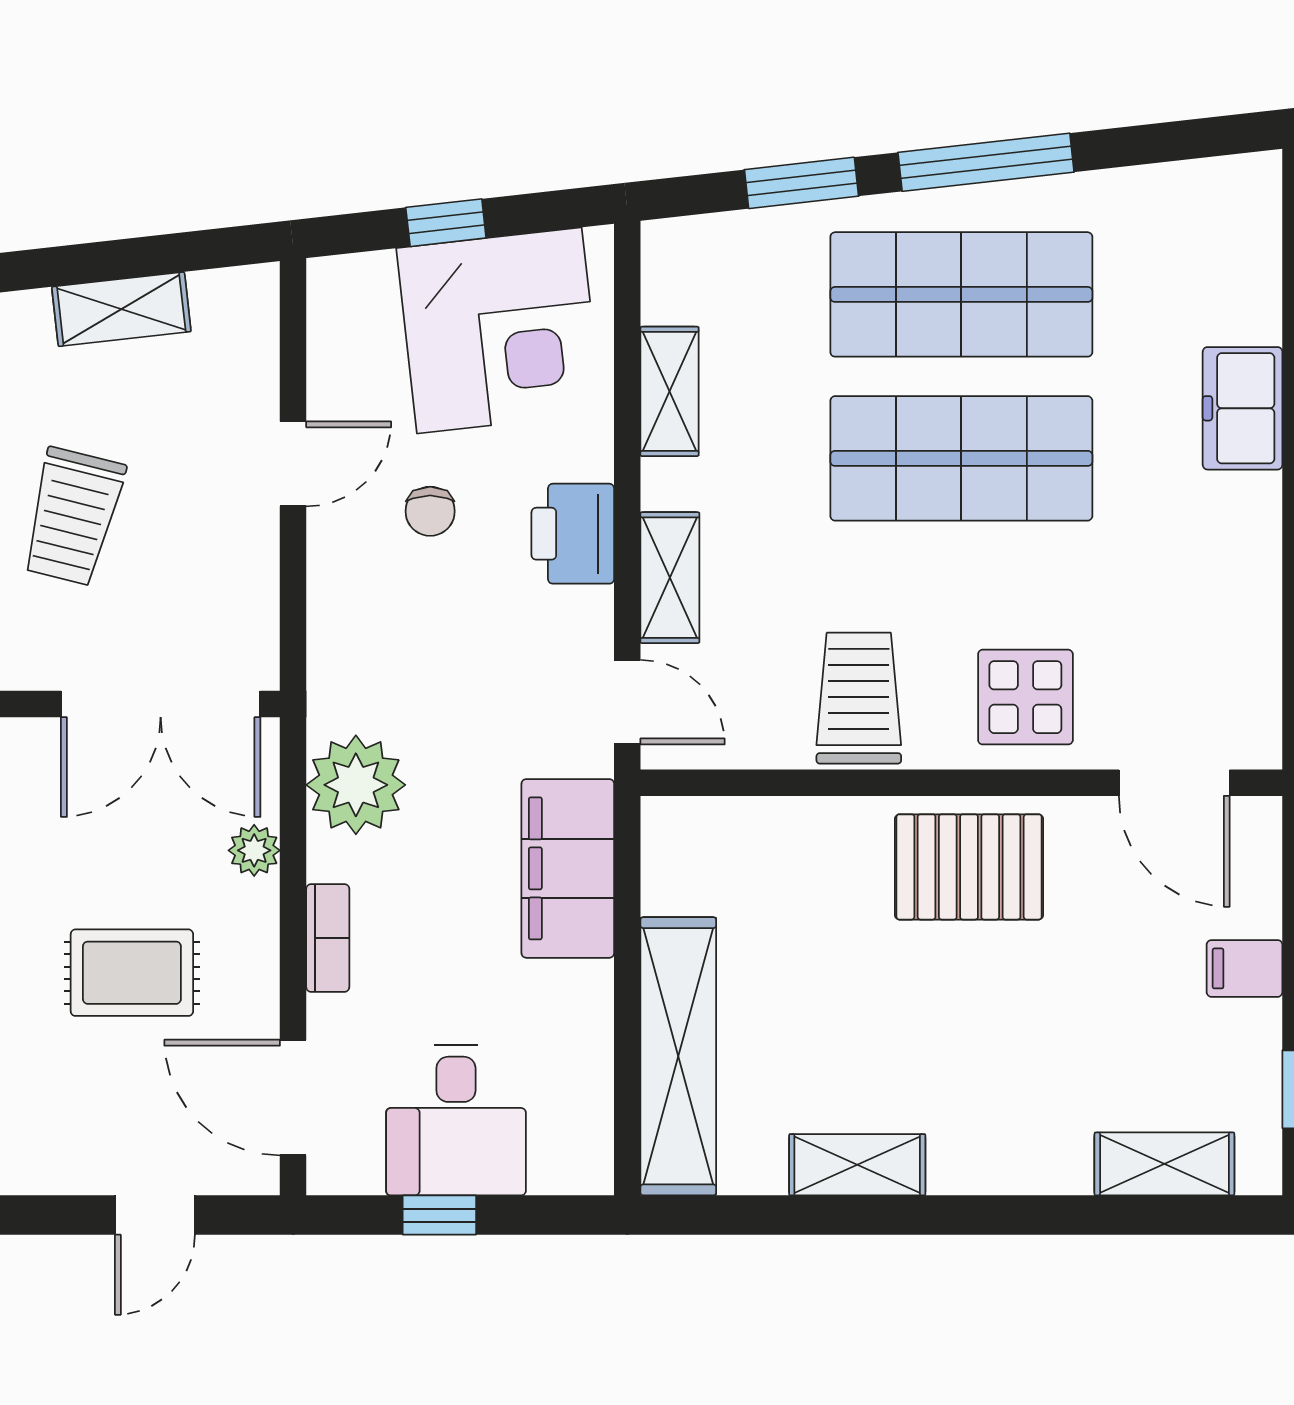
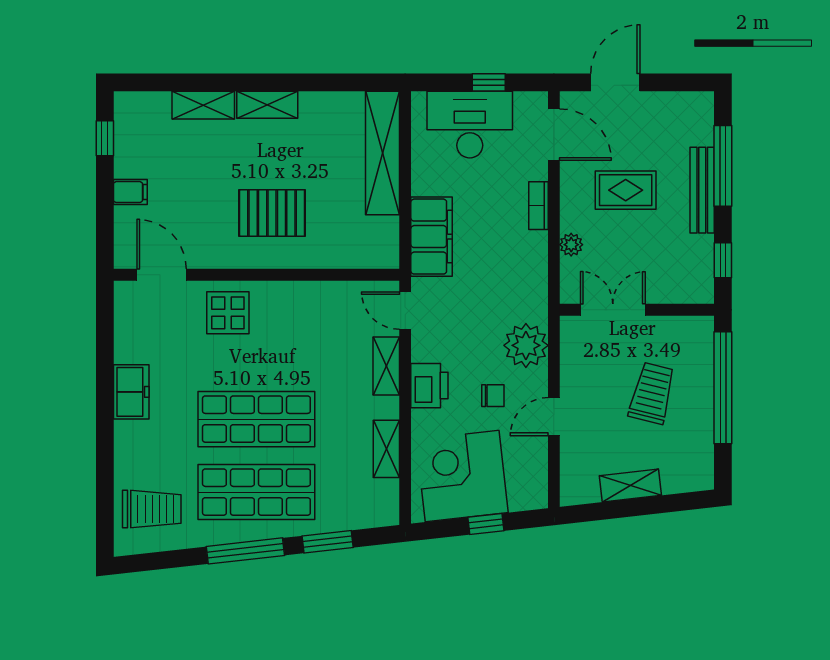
freezer: (1243, 408) -> (131, 392), moved
chair: (430, 511) -> (493, 396), turned 90
trolley: (859, 698) -> (152, 509), moved, turned -90
double door: (161, 704) -> (613, 310), width x0.73
plant: (356, 785) -> (526, 345), moved
pallet: (969, 867) -> (272, 213), moved
desk: (456, 1120) -> (470, 125), width x1.37
shelving: (1164, 1164) -> (203, 105), moved
shelving: (857, 1165) -> (267, 105), moved
door: (155, 1215) -> (615, 82), width x1.38

